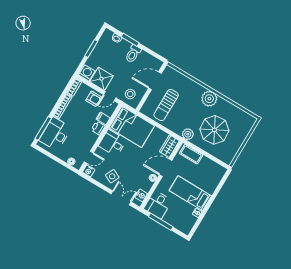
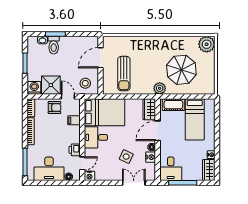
toilet: (133, 54) -> (54, 45), moved
door: (110, 96) -> (68, 96), swing flipped
plant: (209, 99) -> (207, 44), moved
printer: (98, 128) -> (75, 150), moved
desk: (55, 134) -> (49, 169), moved, turned -90
side table: (112, 176) -> (126, 157), moved
bed: (190, 193) -> (195, 119), moved, turned -90
nightstand: (141, 195) -> (151, 157), moved
wardrobe: (188, 224) -> (209, 170), added

